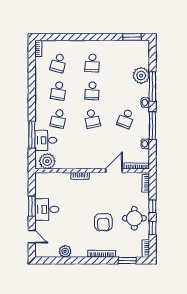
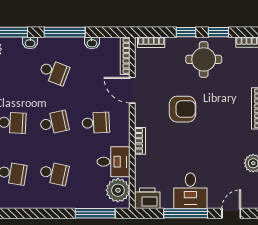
window: (32, 134) -> (95, 213), moved
desk: (46, 140) -> (114, 162), moved, turned -90
school desk: (92, 146) -> (96, 123), added
printer: (42, 181) -> (147, 198), added
window: (32, 206) -> (186, 213), width x1.44
armchair: (103, 222) -> (182, 109), moved

